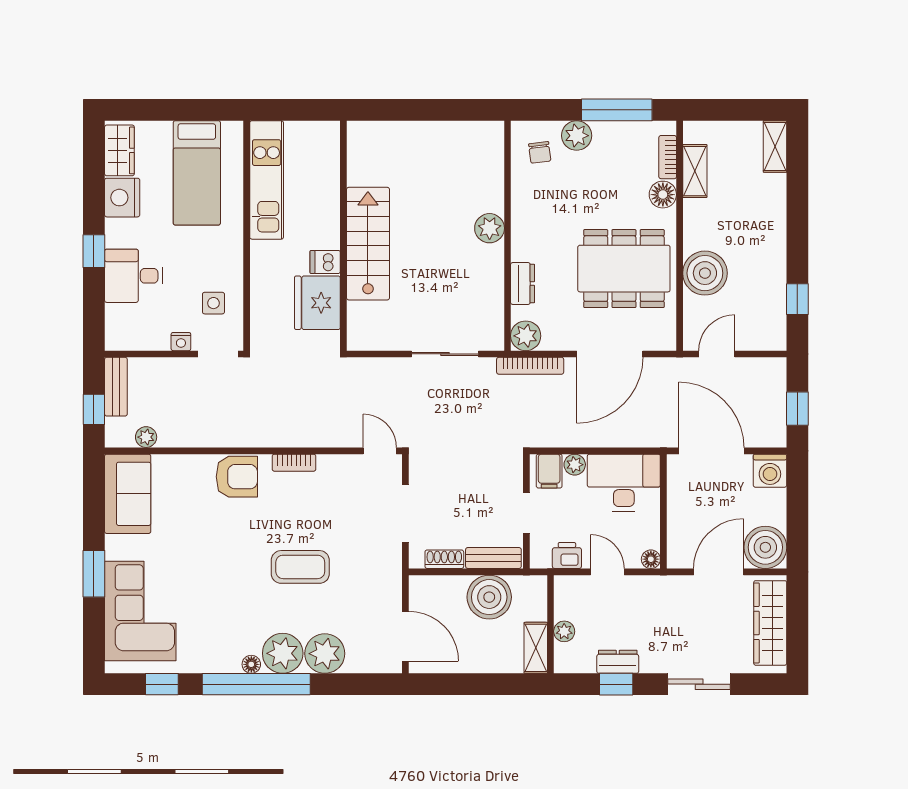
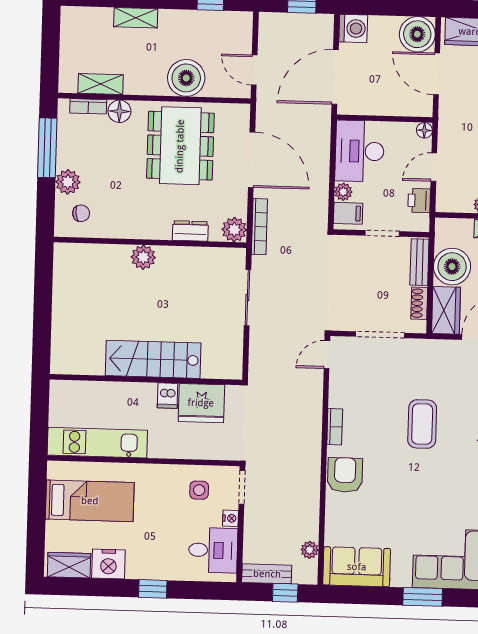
shelving: (775, 146) -> (136, 18), moved
desk: (134, 276) -> (213, 550), moved, turned -90
wardrobe: (437, 591) -> (446, 310), added

